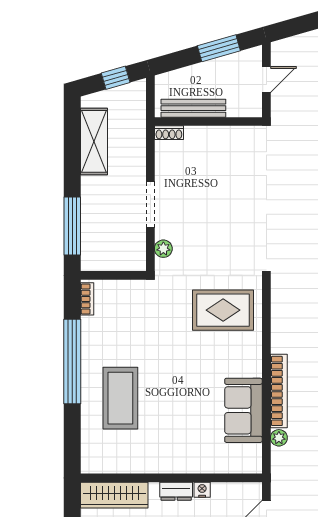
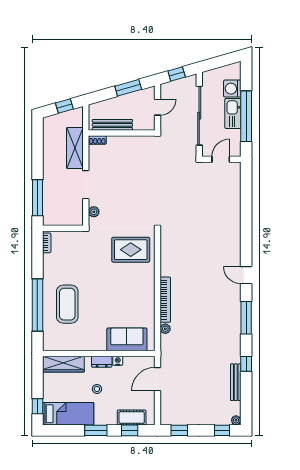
window: (297, 26) -> (177, 74), added
shelving: (94, 141) -> (75, 148), moved
window: (72, 361) -> (37, 305), moved
sofa: (243, 410) -> (127, 339), moved, turned 90

